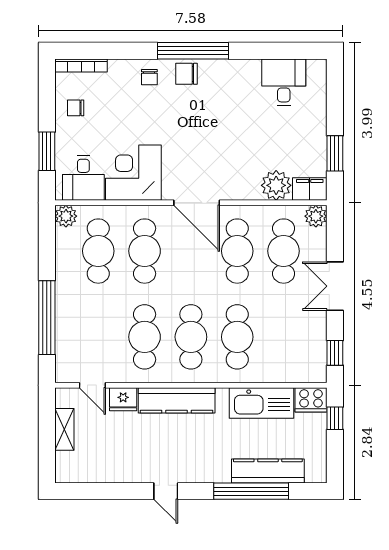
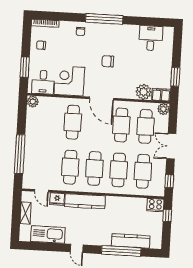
chair: (187, 74) -> (108, 61), moved
cafe table: (98, 251) -> (143, 171), moved
kitchen sink: (262, 403) -> (48, 234), moved, turned 180

